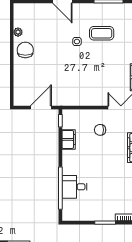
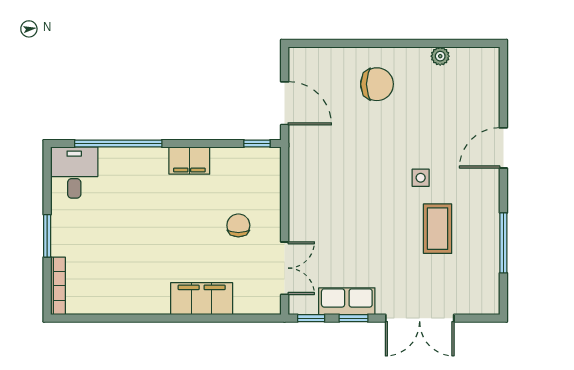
chair: (25, 50) -> (377, 84), moved
filing cabinet: (69, 139) -> (189, 161), moved
desk: (74, 187) -> (74, 173), moved

